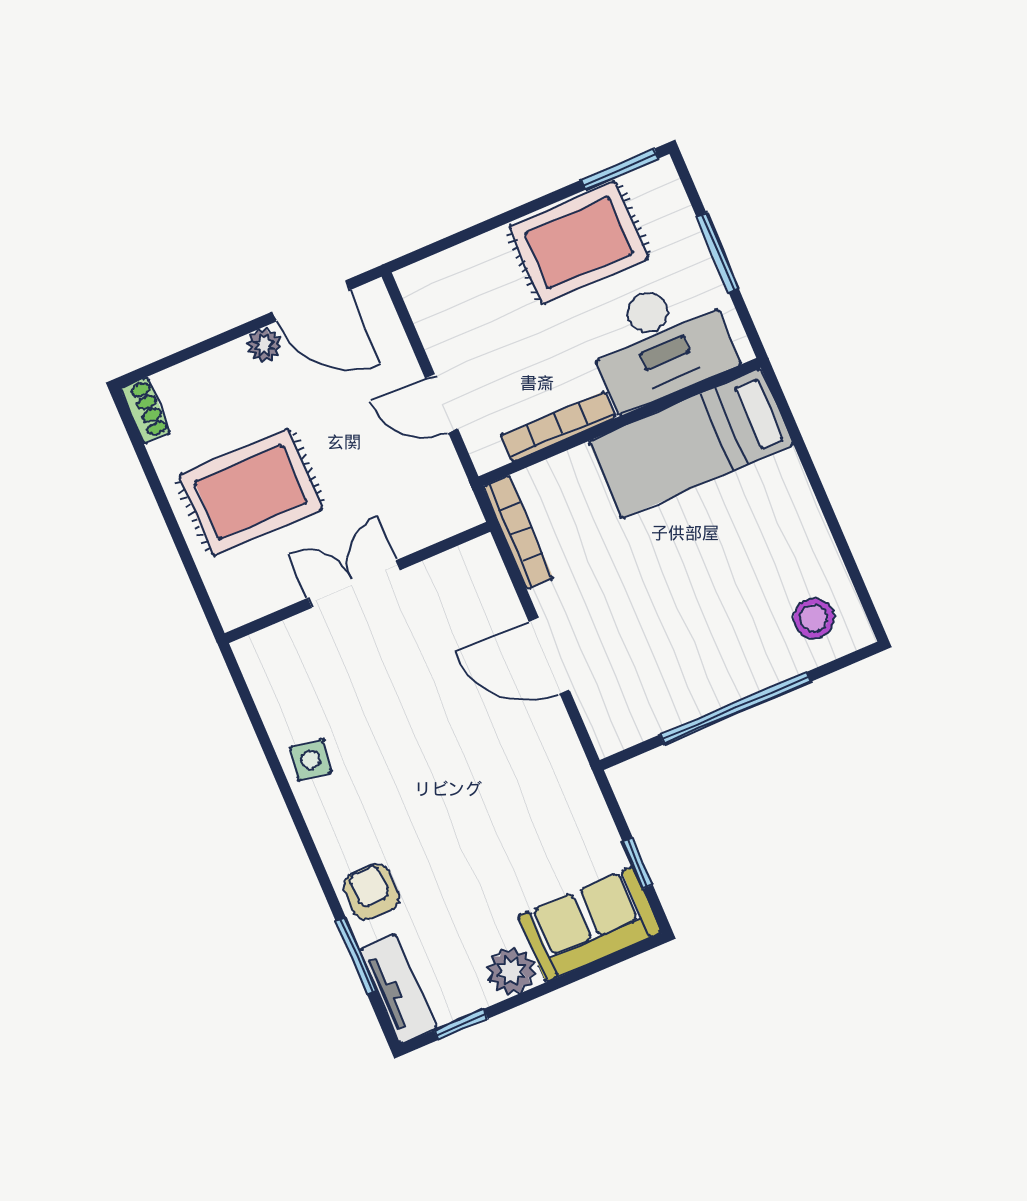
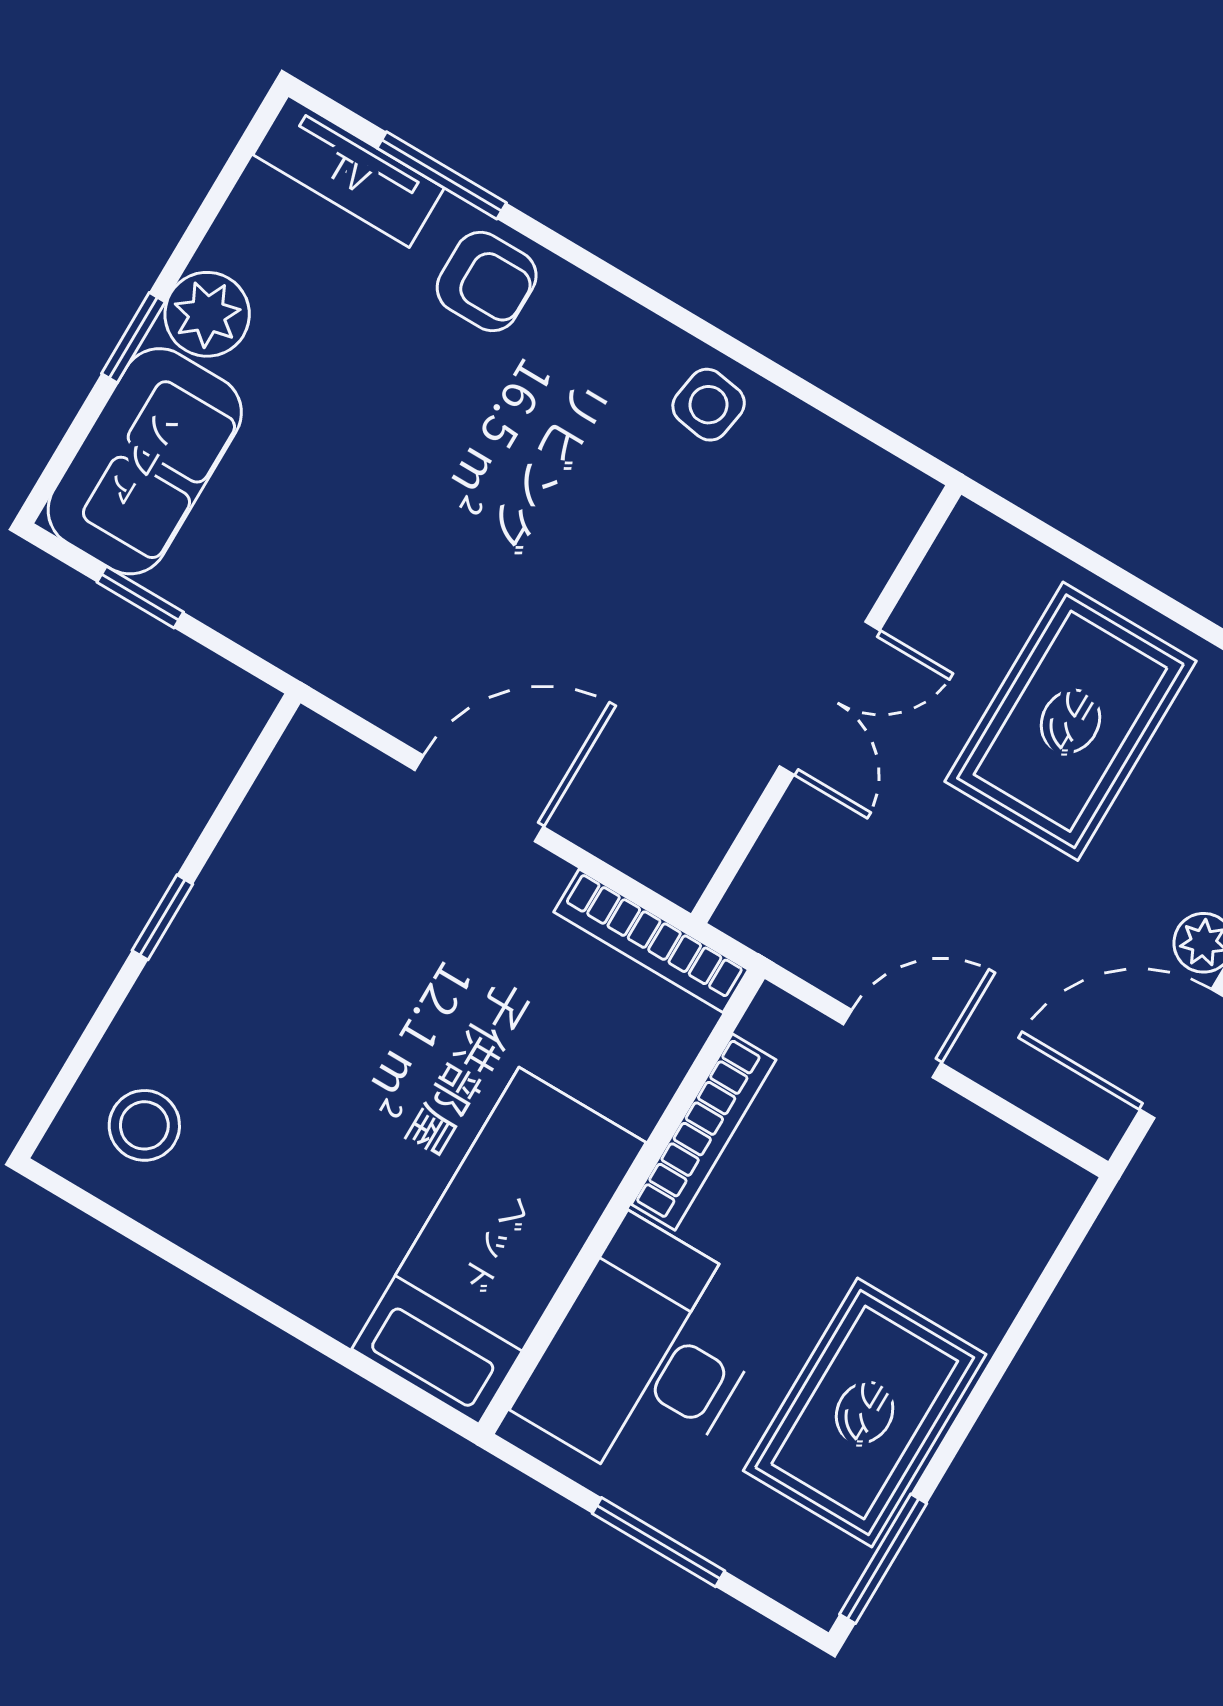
window: (735, 708) -> (162, 917), width x0.32
window: (461, 1024) -> (133, 338), moved

